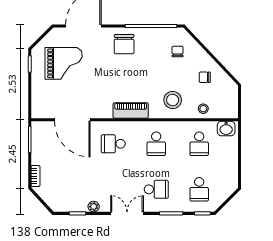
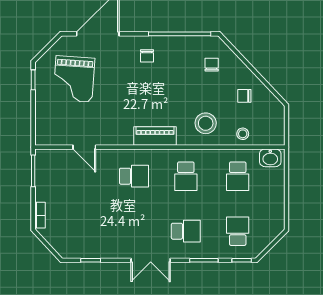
chair: (124, 44) -> (147, 56), width x0.54, depth x0.54
grand piano: (64, 63) -> (74, 79), turned 94
door: (72, 120) -> (84, 147), width x0.53
school desk: (113, 144) -> (134, 176), turned 180
school desk: (199, 189) -> (238, 231), turned 180
plant: (94, 207) -> (110, 252), removed
double door: (127, 213) -> (151, 260), swing flipped

